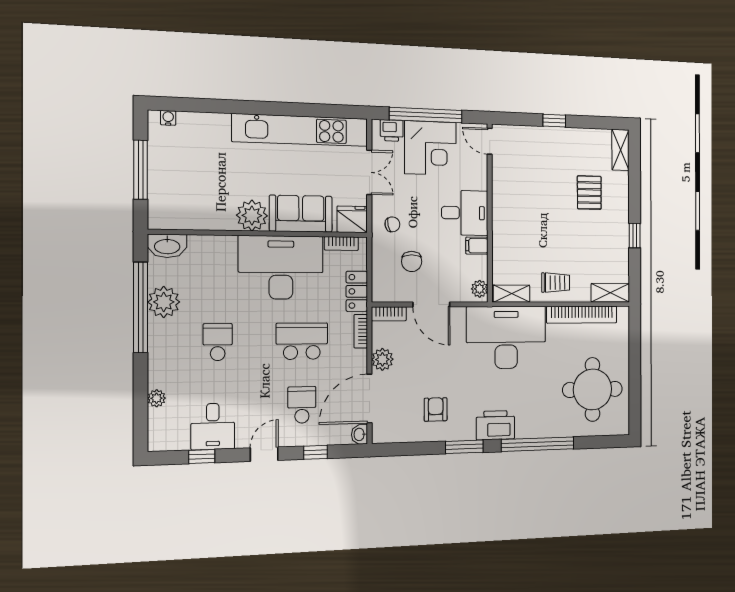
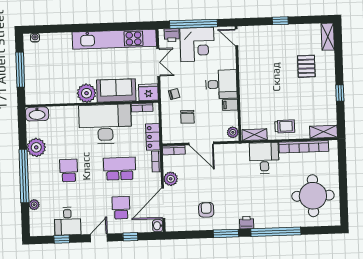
window: (141, 307) -> (24, 176), moved
desk: (506, 337) -> (264, 158), width x0.53, depth x0.77
printer: (495, 425) -> (247, 223), width x0.53, depth x0.68

